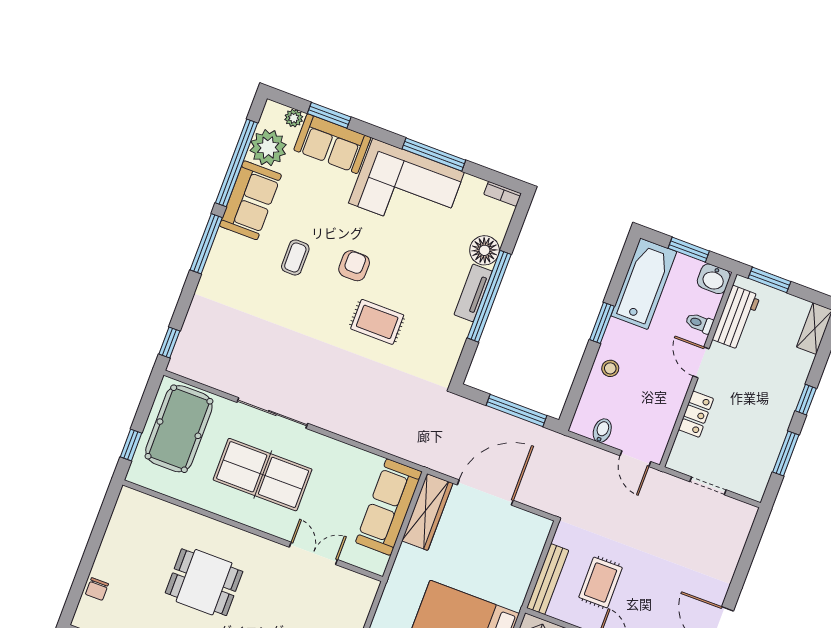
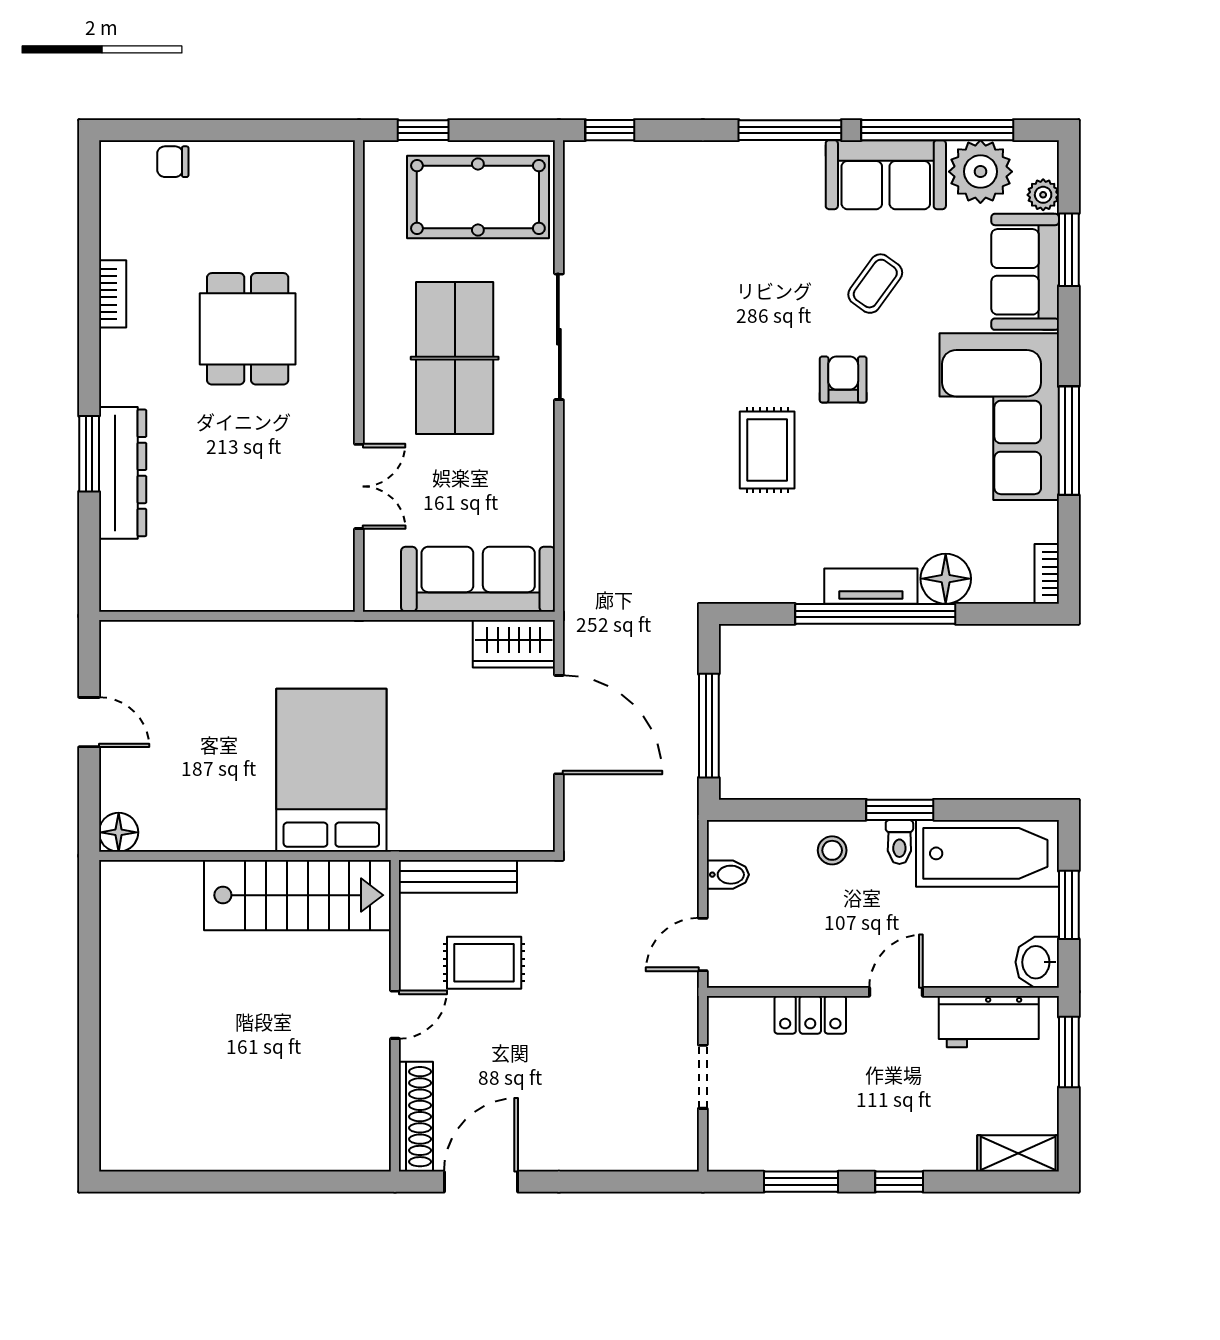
coffee table: (295, 257) -> (875, 284), moved, turned -54
armchair: (354, 266) -> (843, 380), turned -90
toilet: (699, 323) -> (899, 842), moved, turned 180
wardrobe: (427, 512) -> (514, 644), width x0.67

